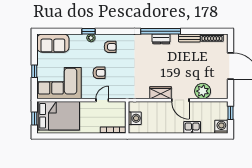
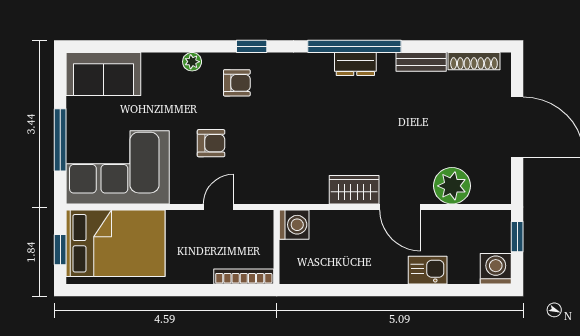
window: (88, 31) -> (252, 46), moved
window: (34, 71) -> (60, 140), width x2.17
washing machine: (135, 118) -> (294, 225), moved

